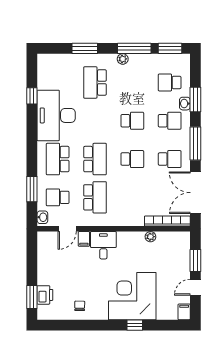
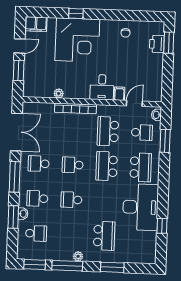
bookcase: (167, 221) -> (75, 108), moved
filing cabinet: (184, 312) -> (36, 24), width x2.00

